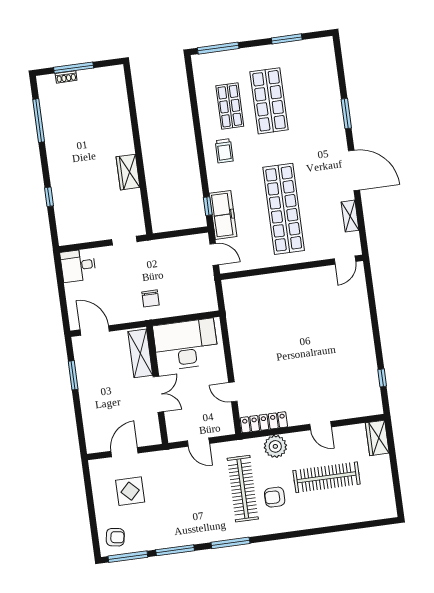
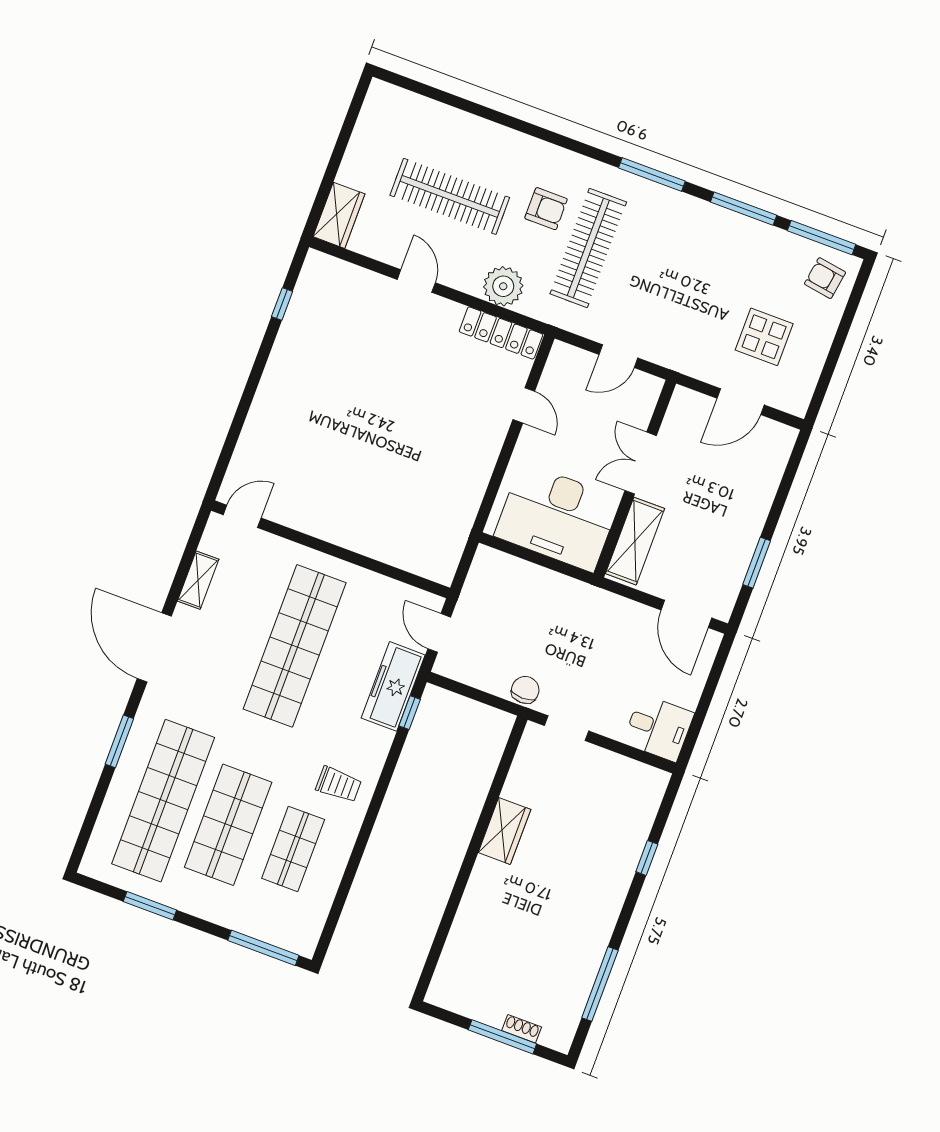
shop shelf: (308, 95) -> (163, 801), added
trolley: (224, 151) -> (339, 784), turned 90
chair: (151, 298) -> (525, 690), moved
door: (198, 442) -> (618, 356), swing flipped

